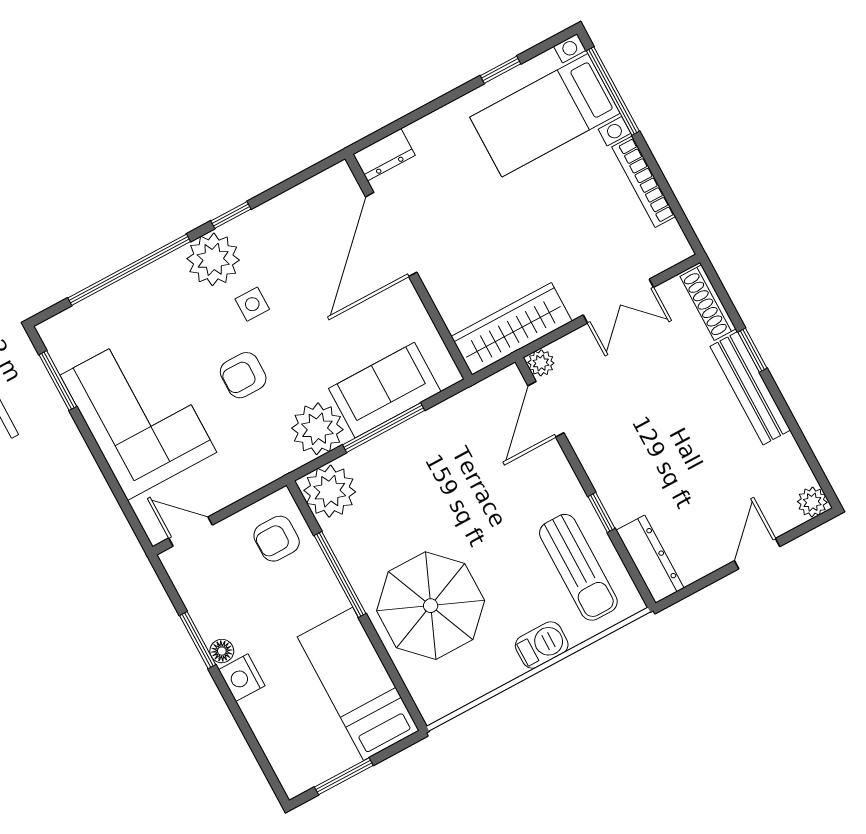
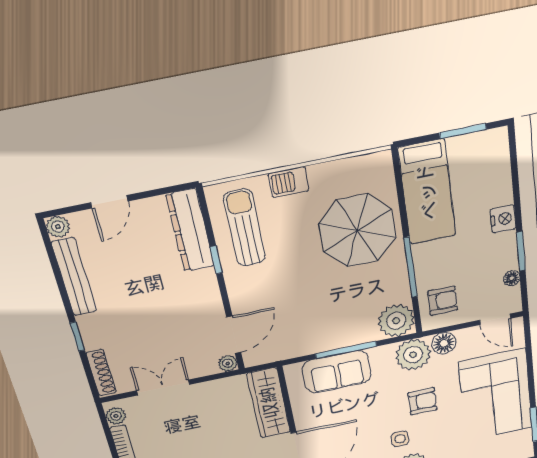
plant: (671, 238) -> (116, 416), added
wardrobe: (512, 329) -> (269, 403), moved, turned 90
bench: (750, 388) -> (74, 277), moved
plant: (317, 429) -> (413, 355), moved
floor lamp: (249, 475) -> (444, 343), added
dresser: (650, 559) -> (190, 230), width x1.37, depth x1.24
floor lamp: (222, 651) -> (512, 278), moved

